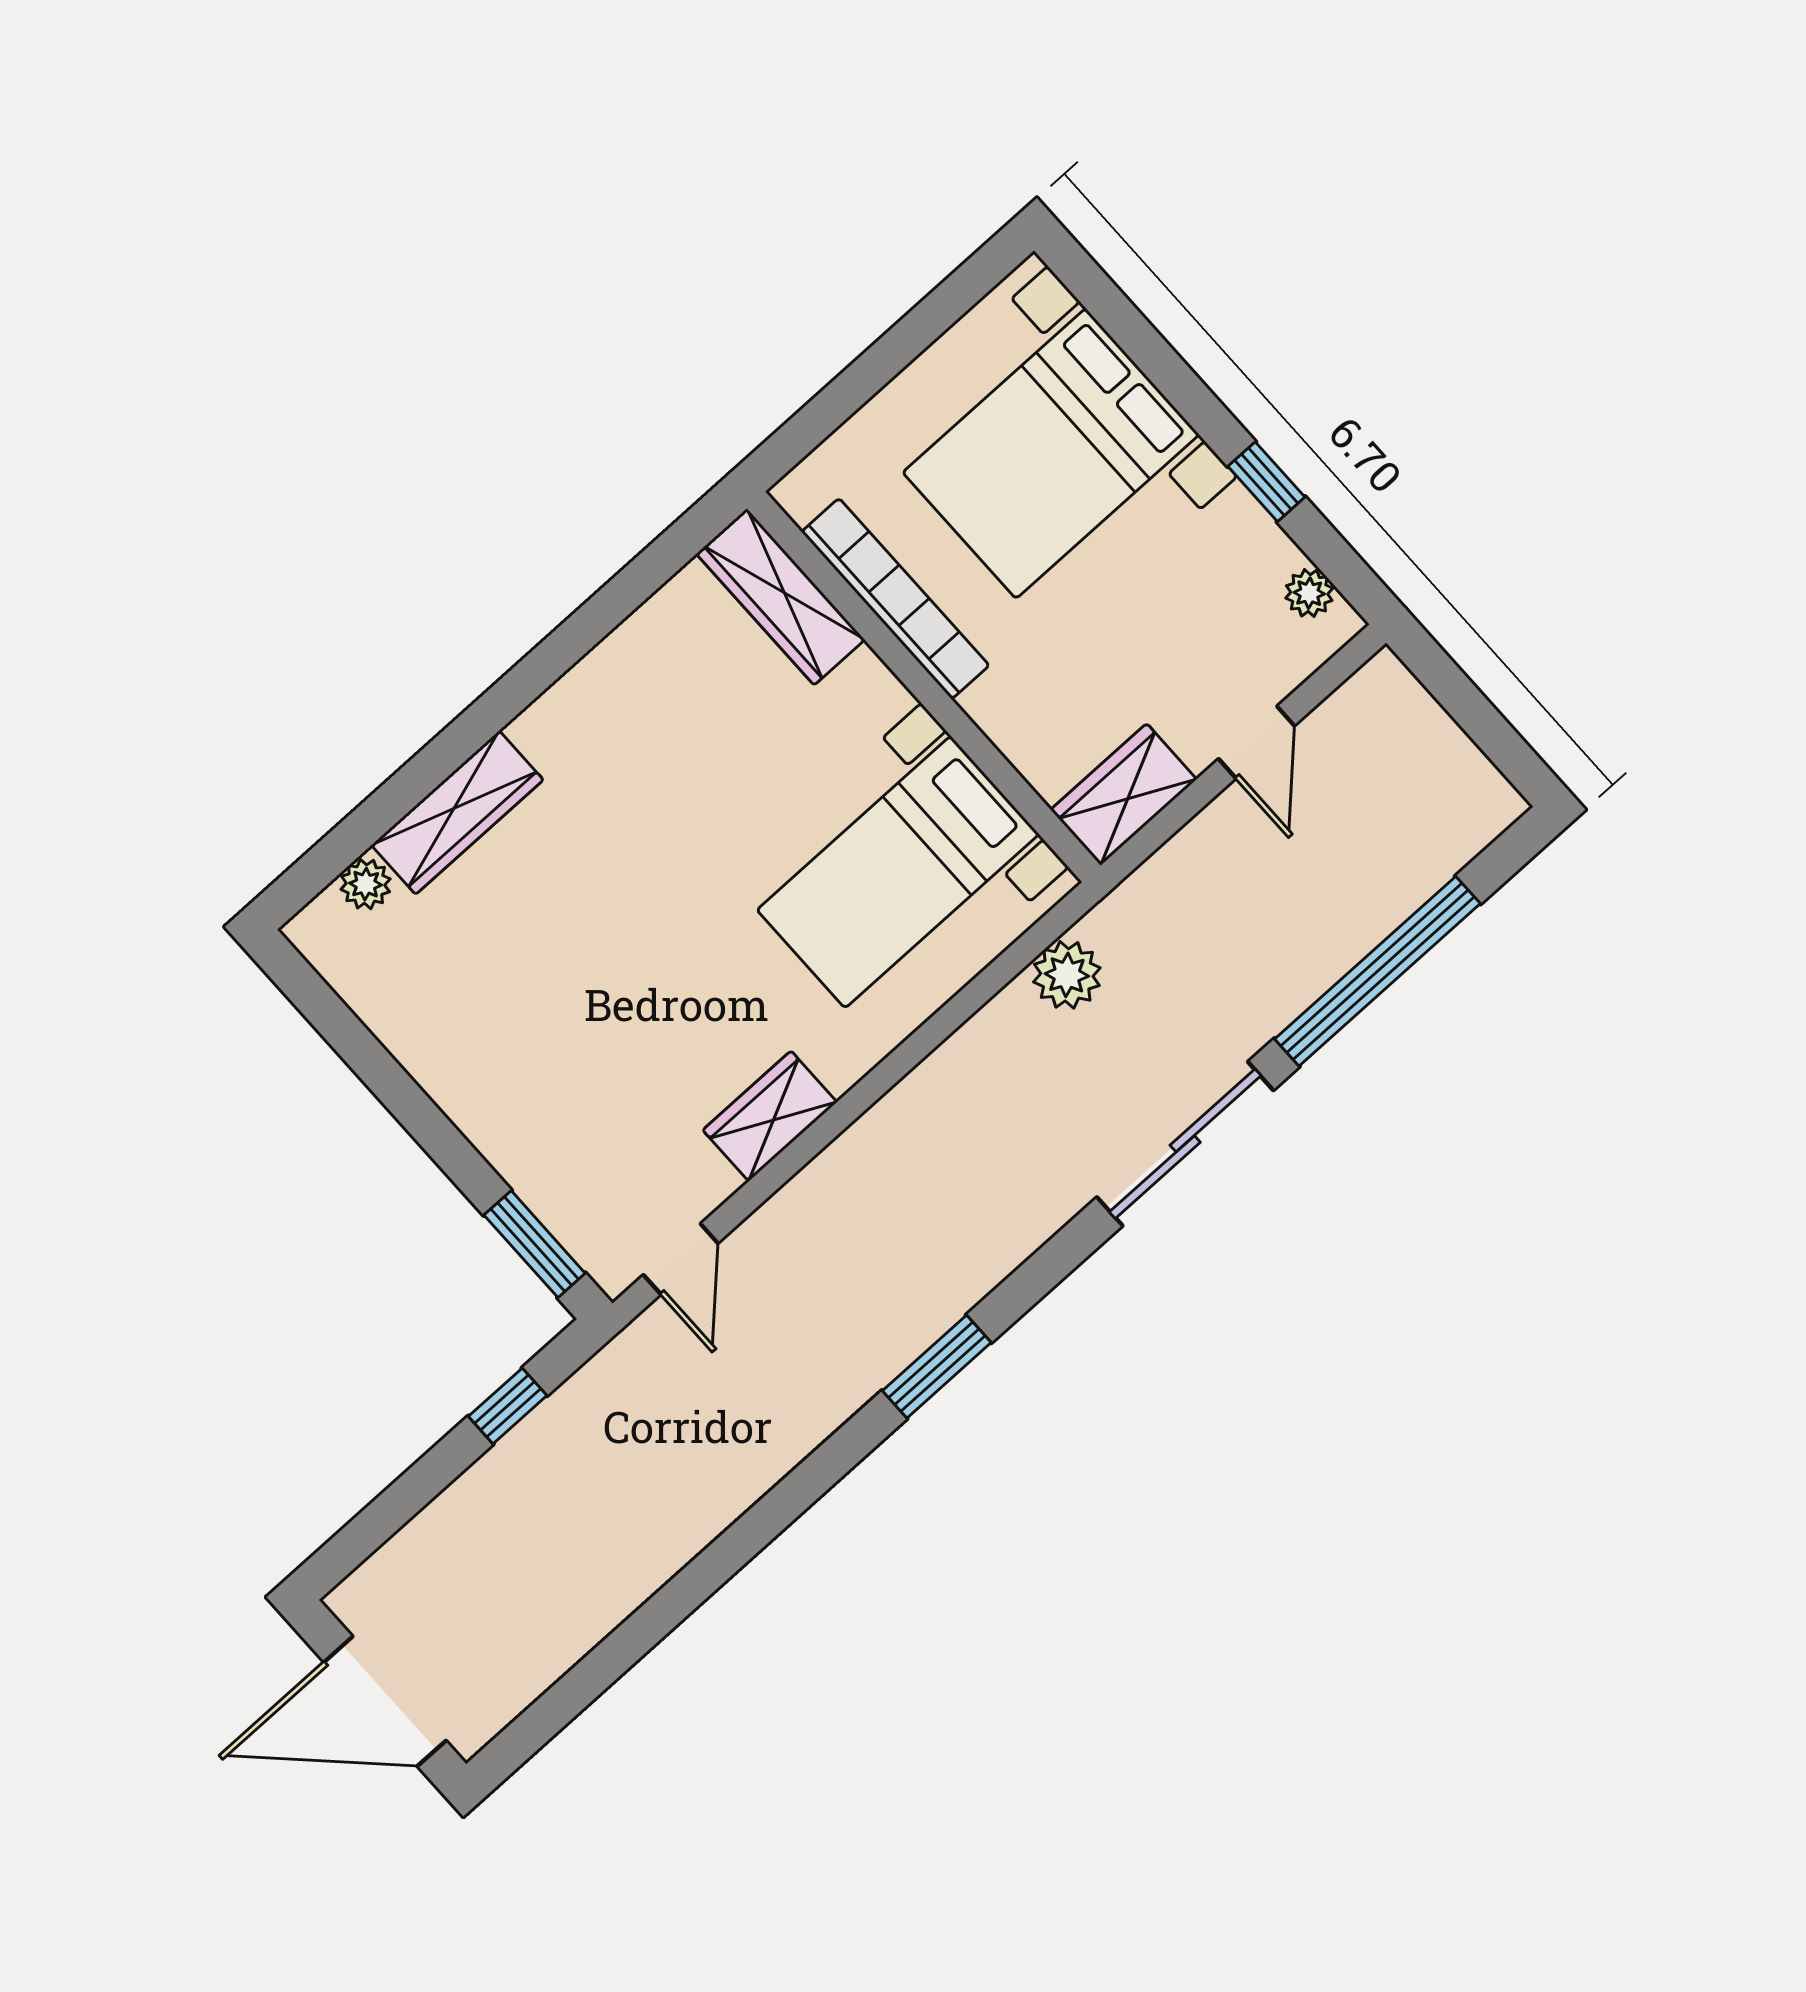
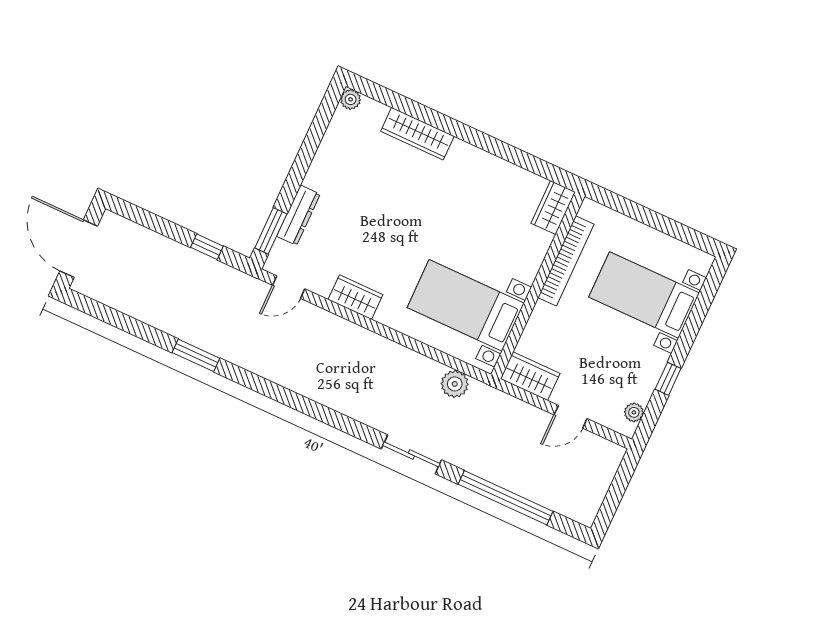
bed with nightstands: (1051, 453) -> (644, 295), width x0.73
wardrobe: (780, 597) -> (553, 208), width x0.67
plant: (366, 884) -> (351, 99), moved
sliding door: (1185, 1144) -> (411, 454), width x0.73
dresser: (526, 1165) -> (298, 215), added
window: (937, 1367) -> (196, 355), moved

